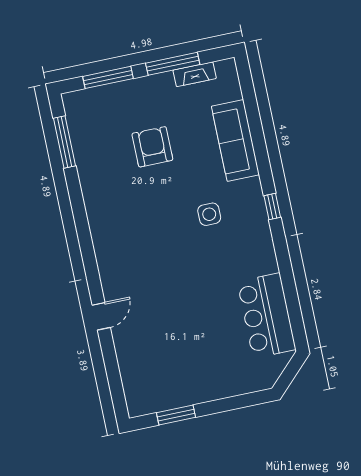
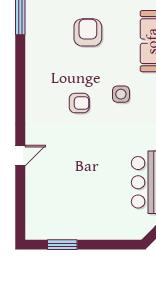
armchair: (160, 236) -> (79, 103), added

